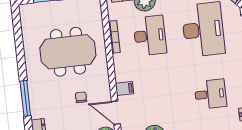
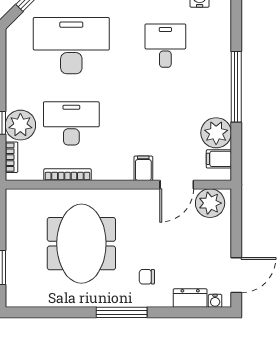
chair: (81, 97) -> (147, 277), moved
window: (25, 98) -> (122, 312), moved

